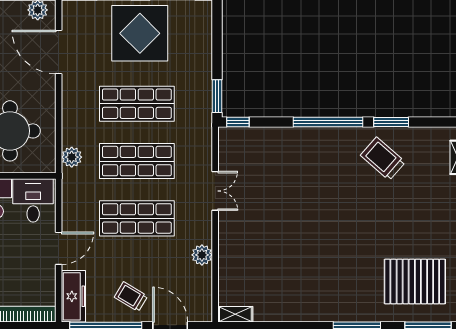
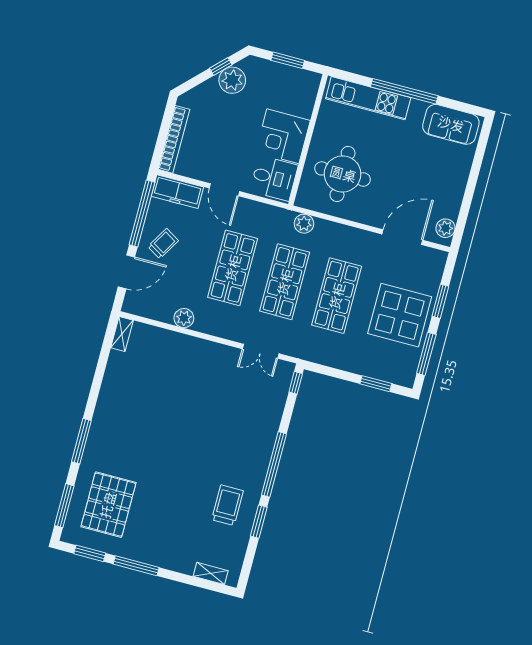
window: (217, 96) -> (376, 384), moved
trolley: (383, 159) -> (227, 505), turned -41
double door: (215, 191) -> (261, 351), moved

